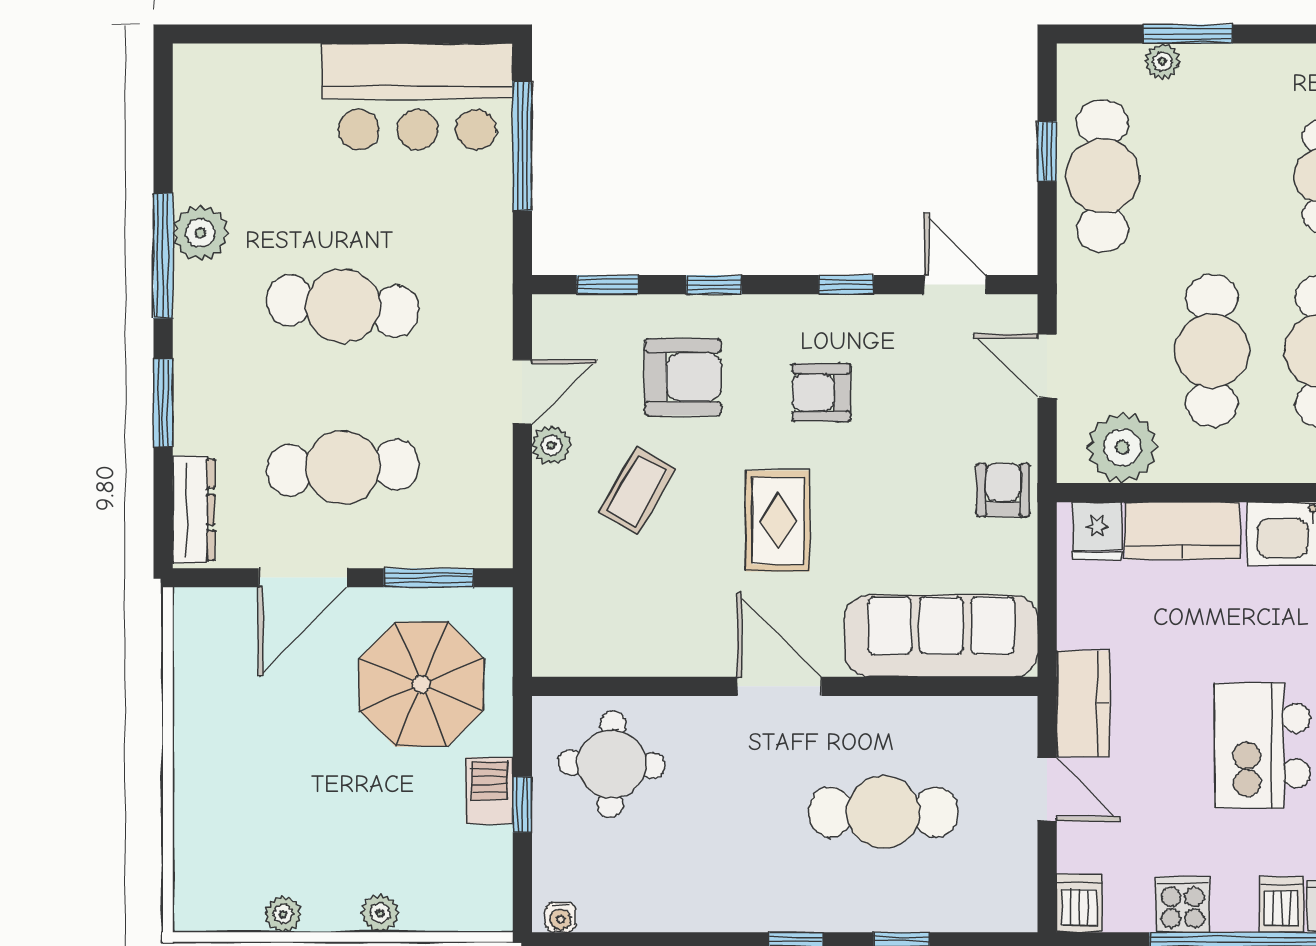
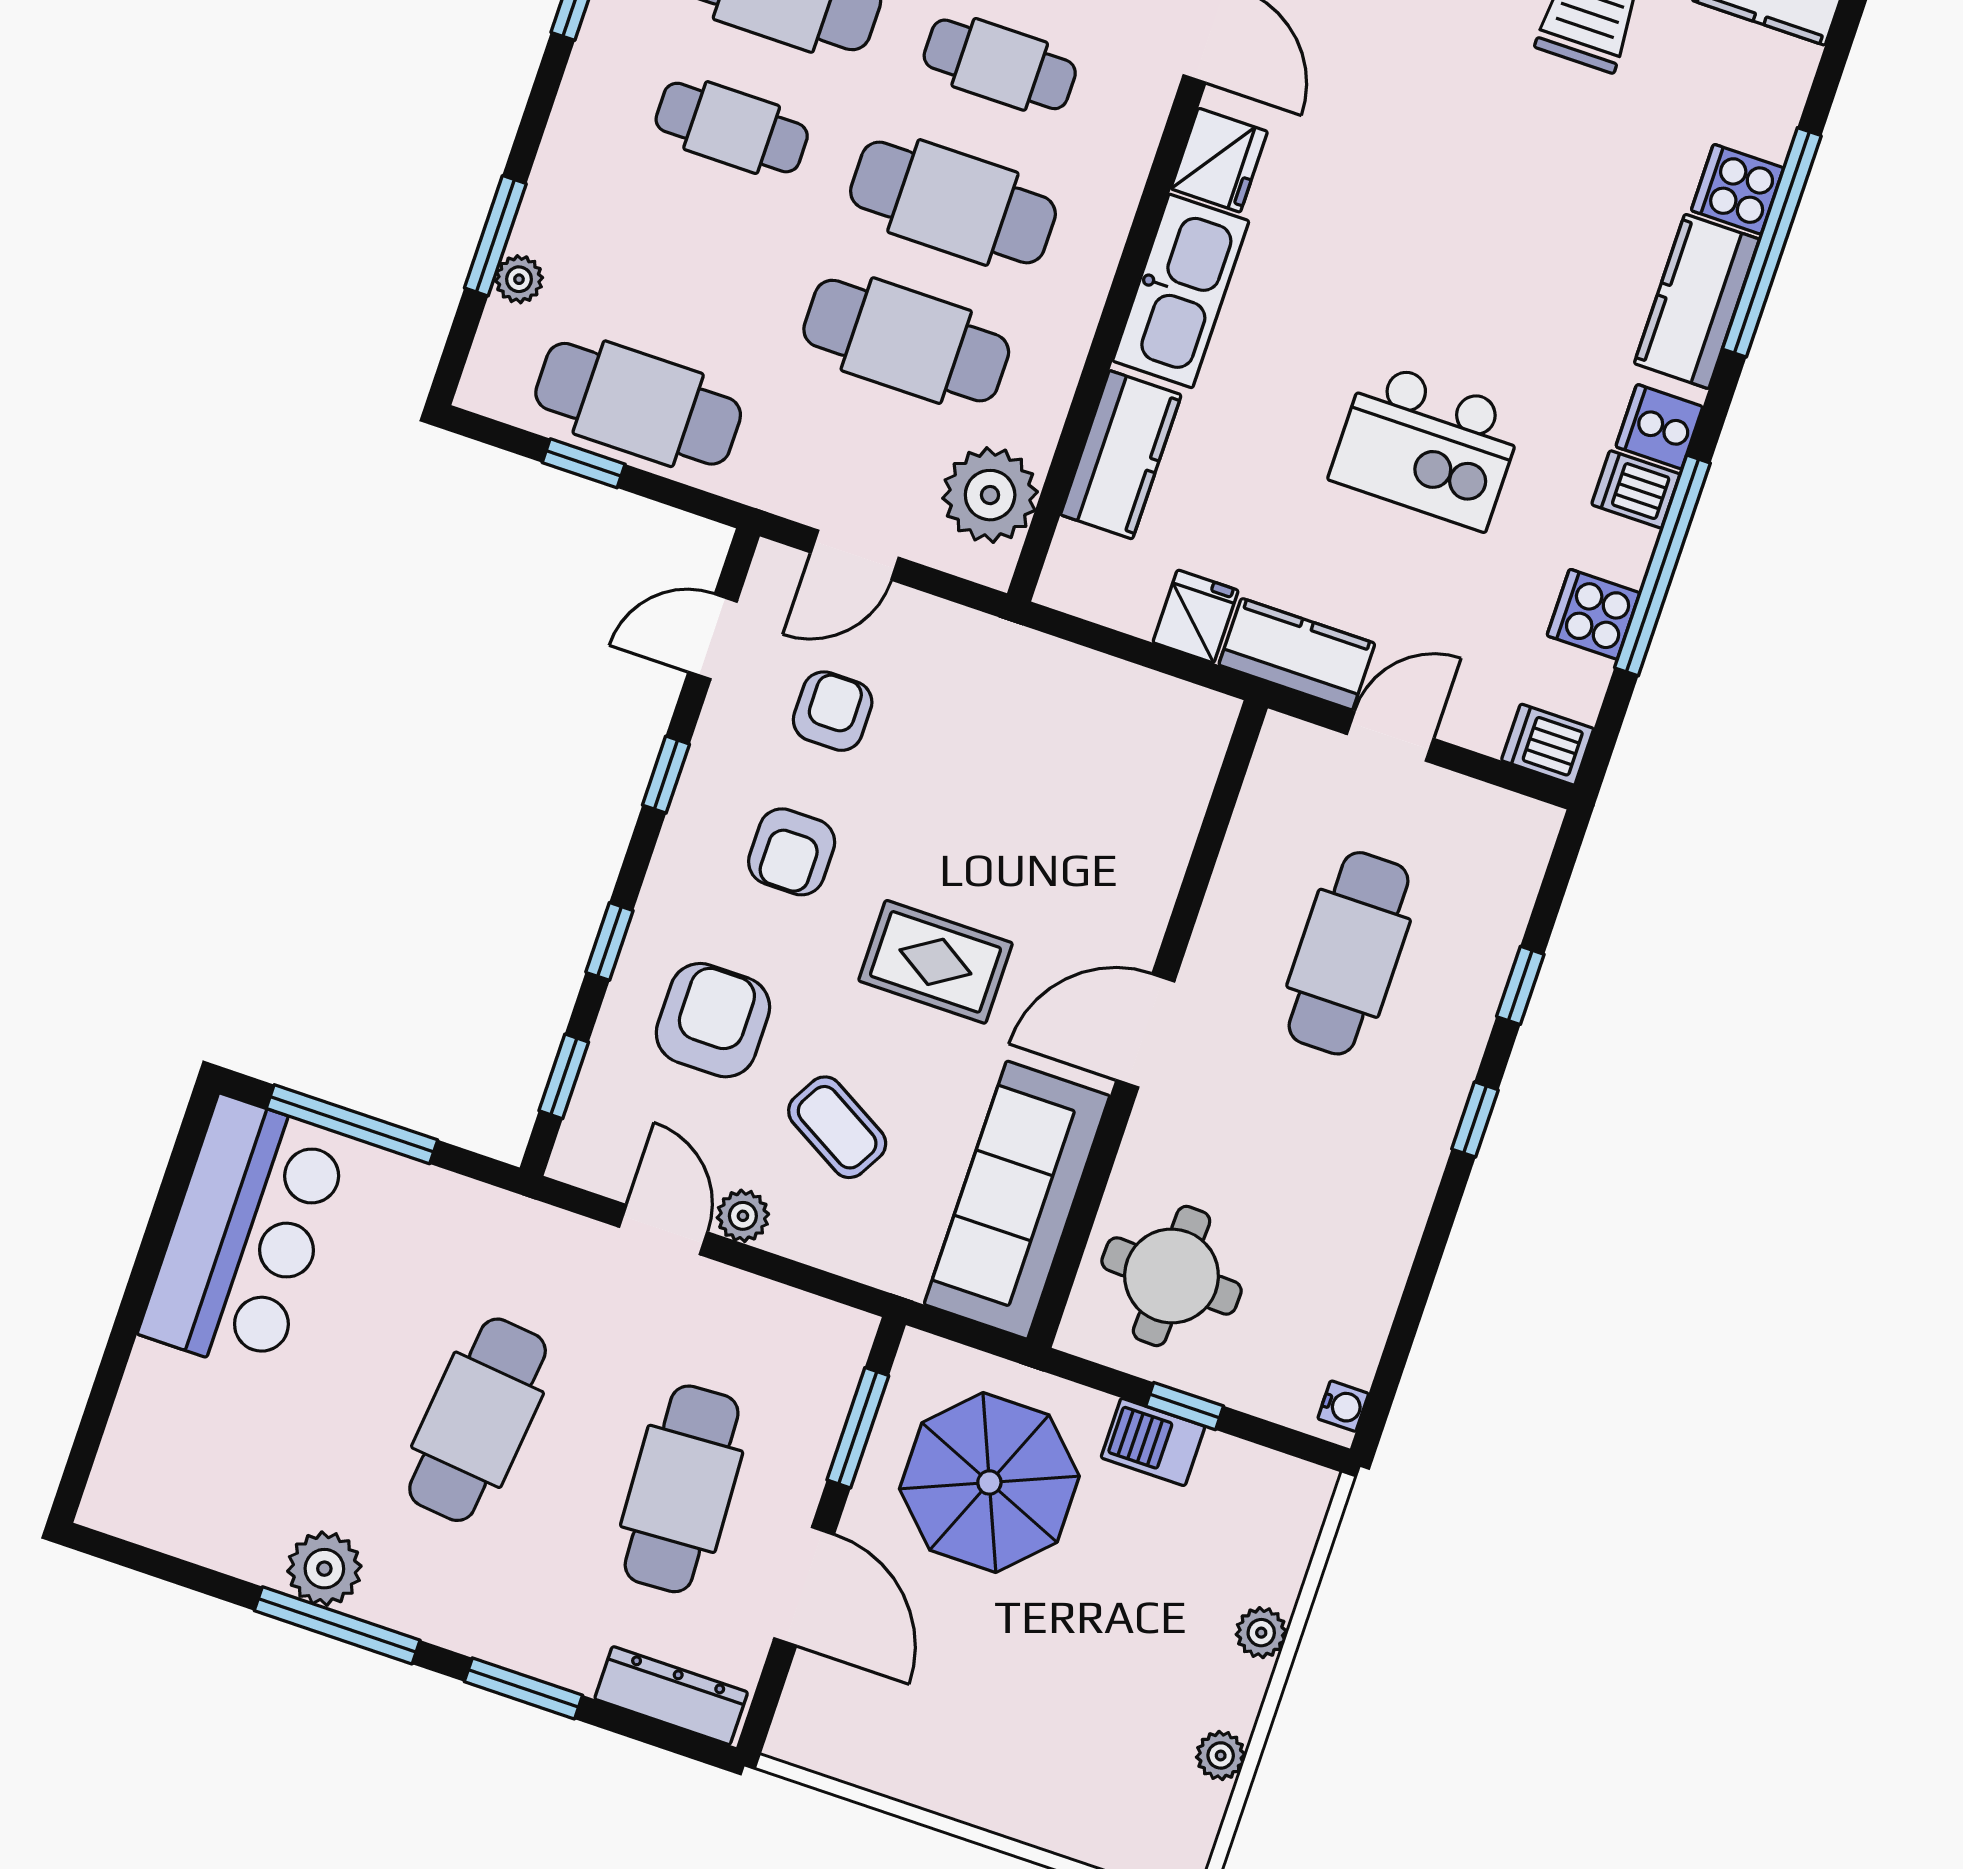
armchair: (1003, 490) -> (833, 711), moved, turned 90
fridge: (1097, 531) -> (1196, 616), moved, turned -90
sofa: (941, 636) -> (1017, 1200), moved

